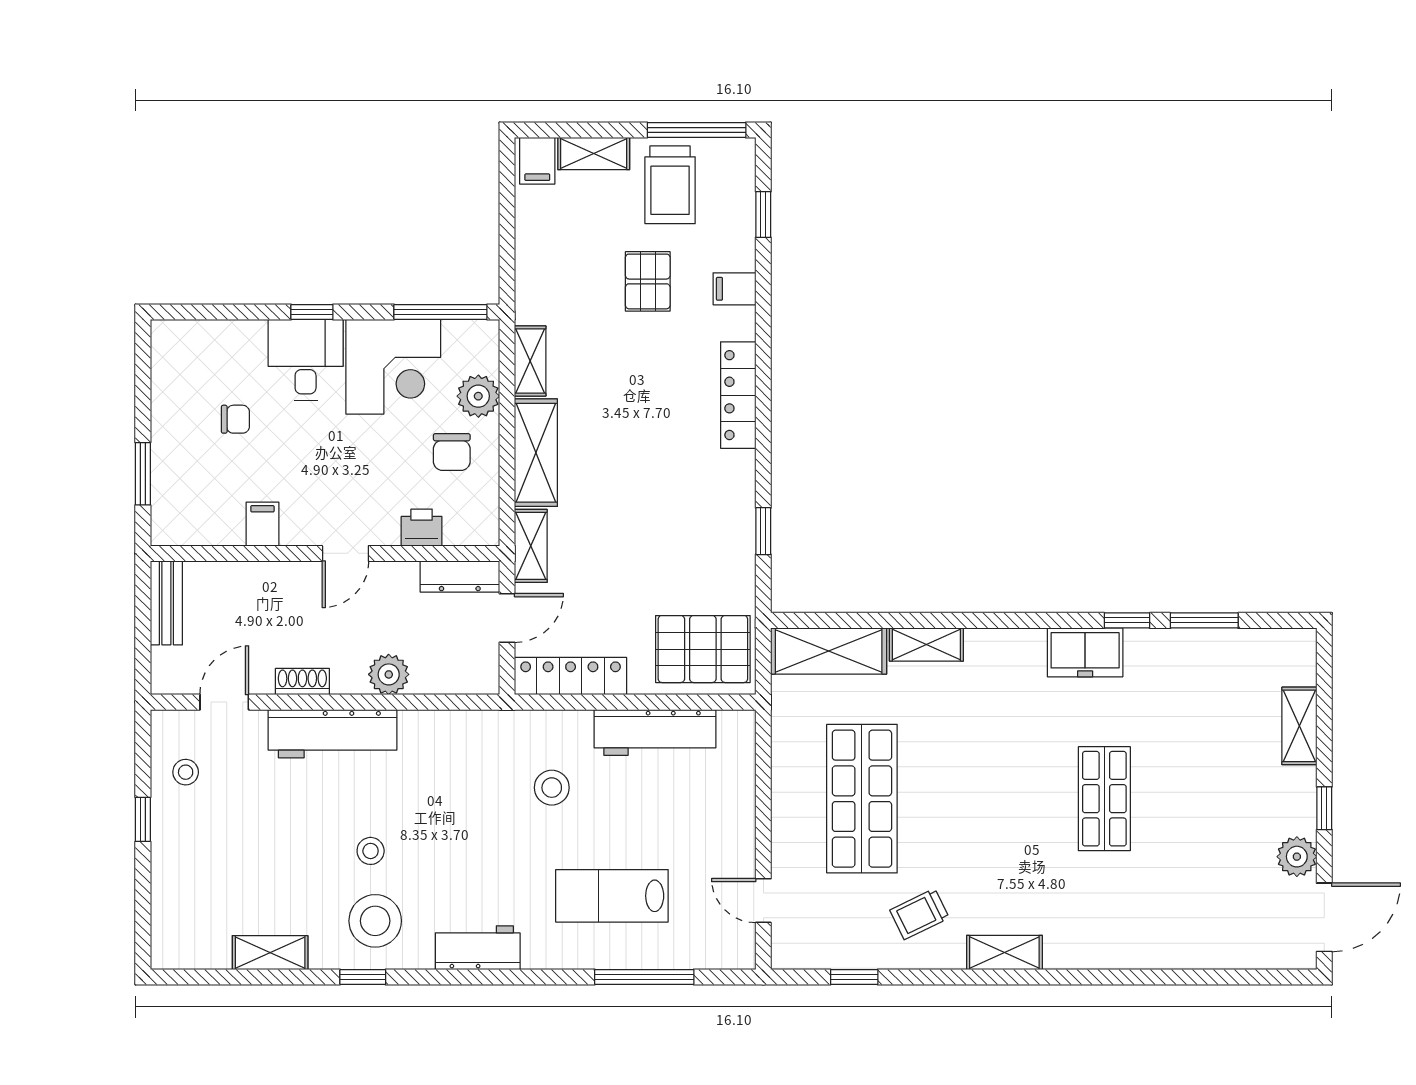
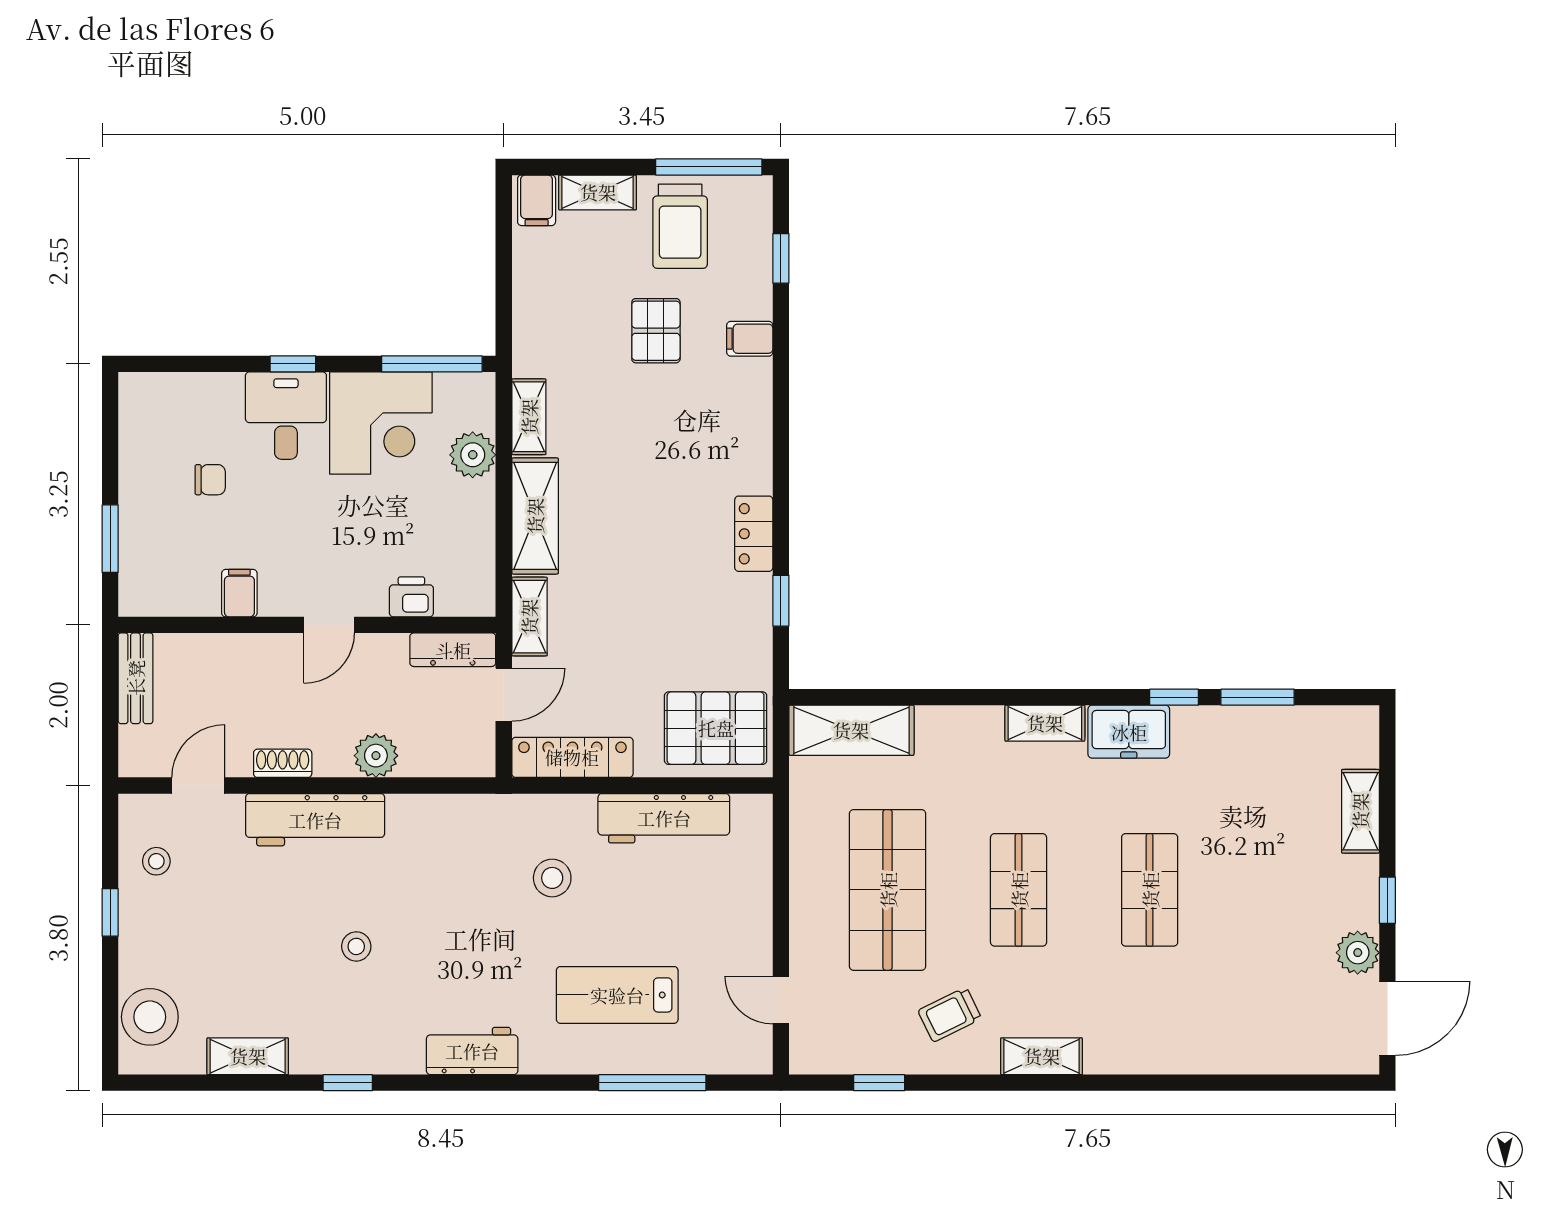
locker: (738, 395) -> (754, 534), moved, width x0.66
chair: (452, 452) -> (444, 515), removed
shelving: (926, 644) -> (1045, 723), moved
shop shelf: (983, 799) -> (1019, 890), added
stool: (375, 921) -> (150, 1017), moved

